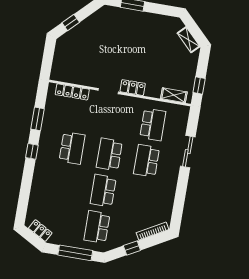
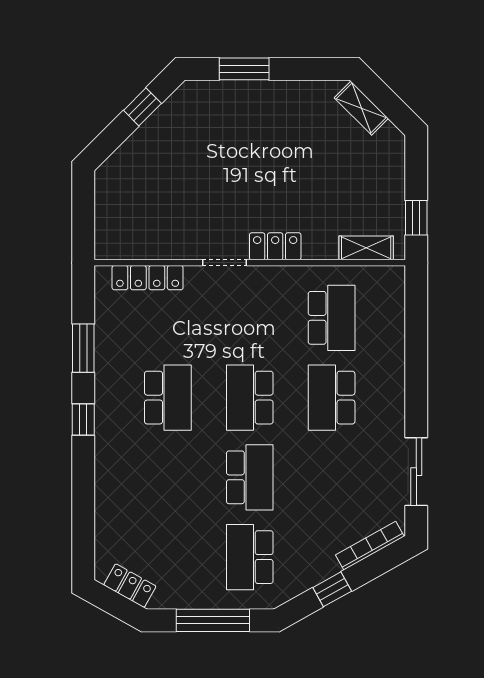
window: (71, 23) -> (142, 107), moved
shelving: (189, 40) -> (361, 108), moved
sliding door: (188, 152) -> (416, 472), moved
school desk: (103, 191) -> (250, 477), turned 180

